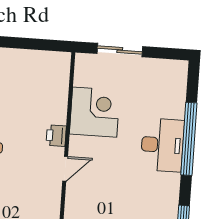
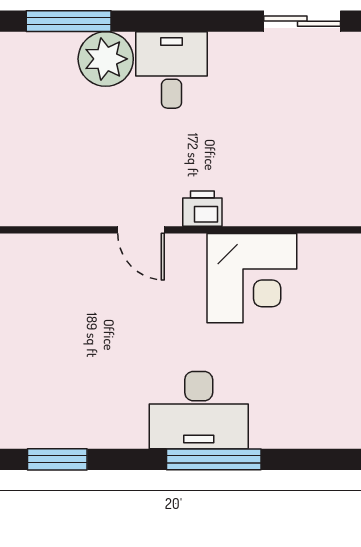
window: (189, 139) -> (214, 459), width x0.68

